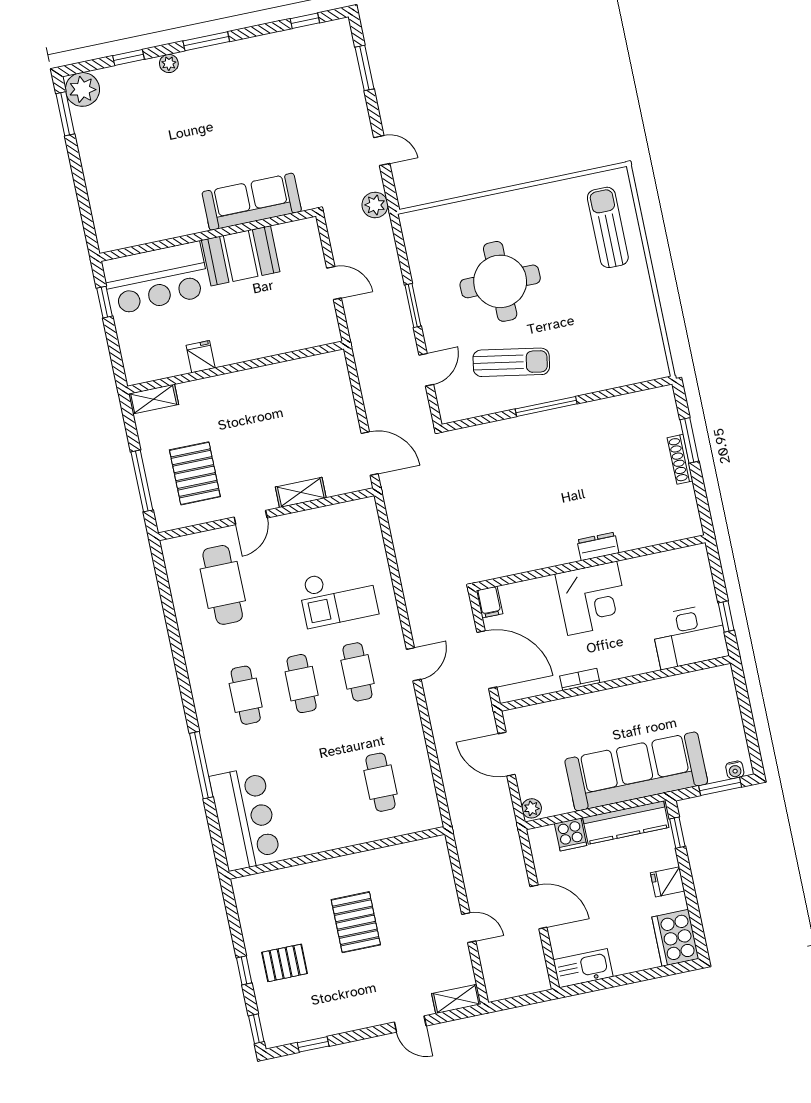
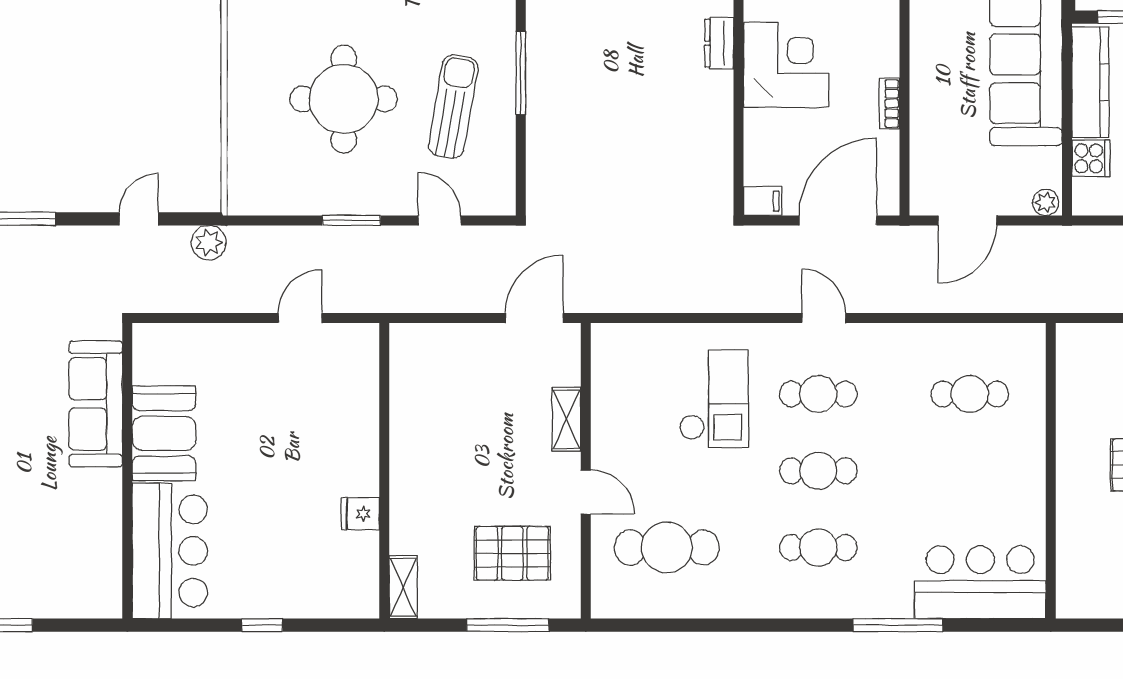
sofa: (252, 202) -> (96, 404), moved
wall: (208, 235) -> (127, 471), moved
booth: (241, 256) -> (164, 433), moved
bar counter: (156, 278) -> (170, 551), moved

